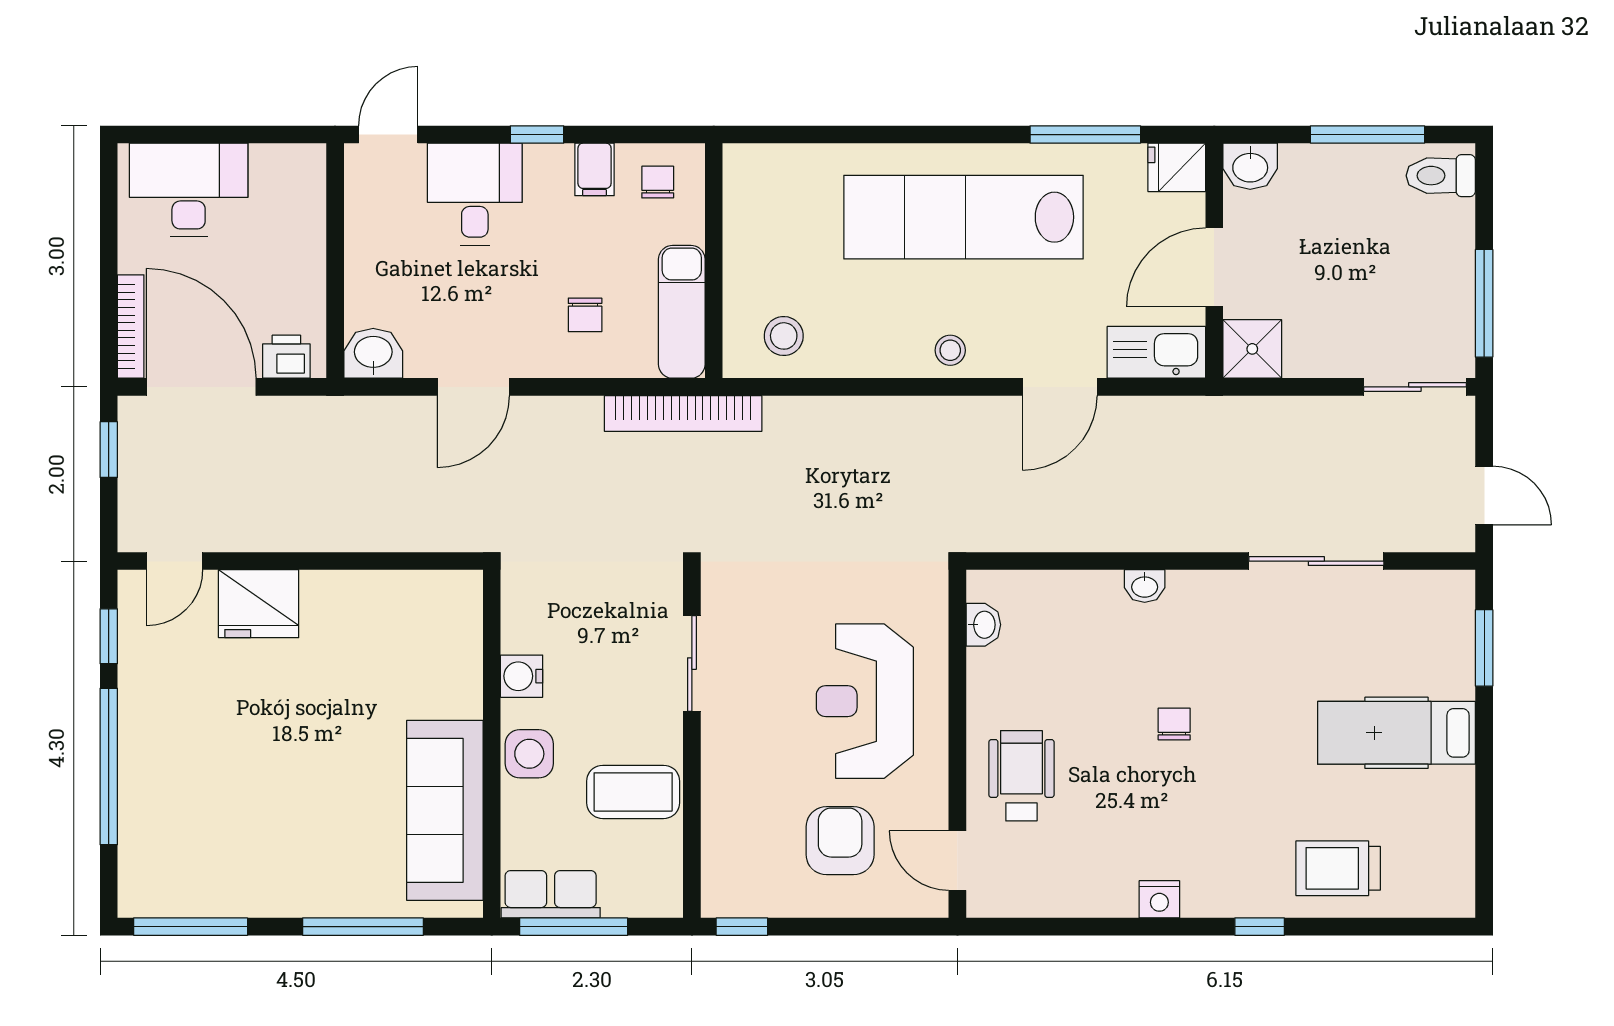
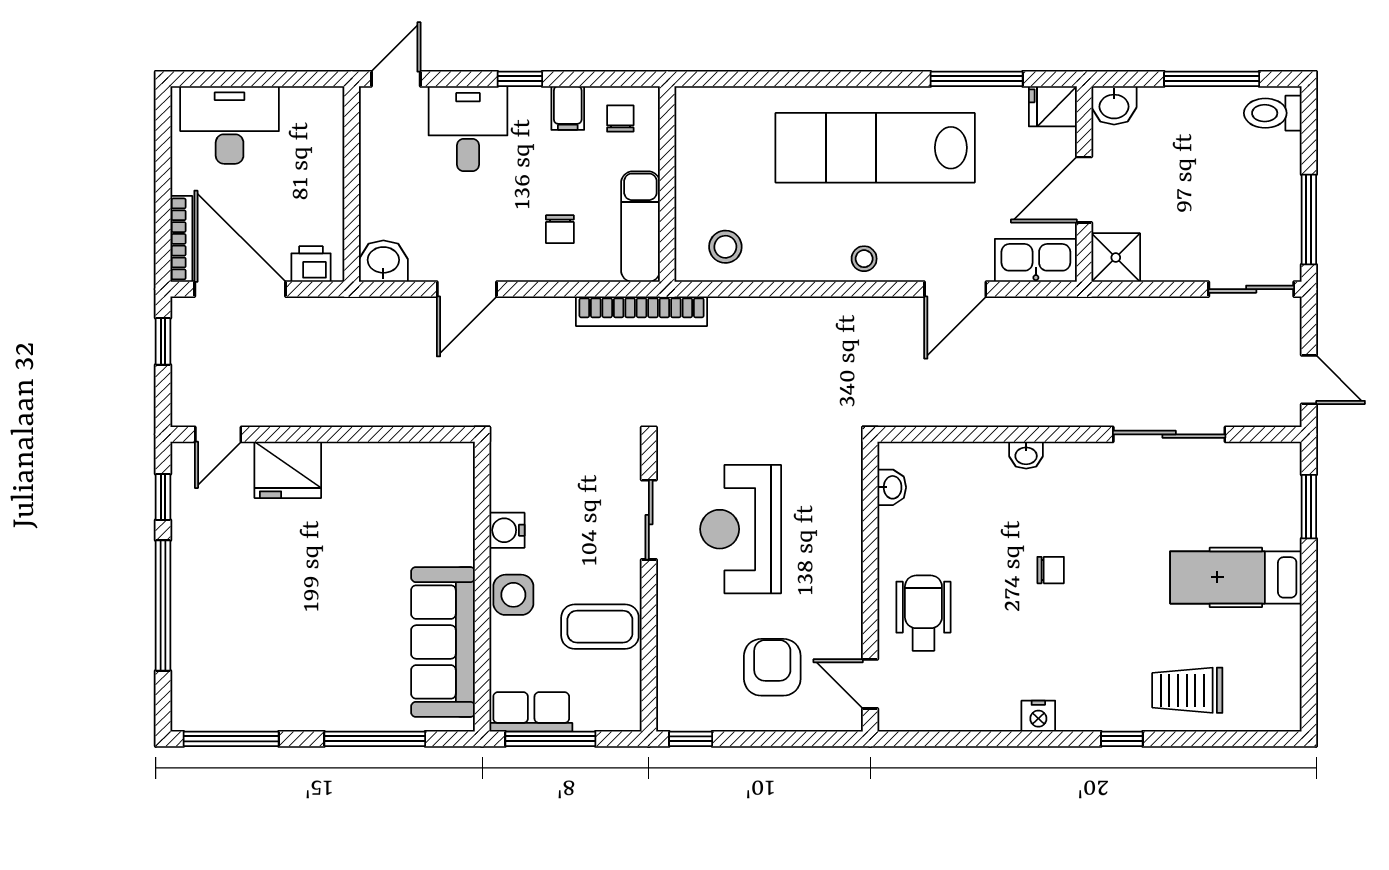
reception desk: (865, 701) -> (741, 529), moved
chair: (1174, 724) -> (1051, 570), turned 90

